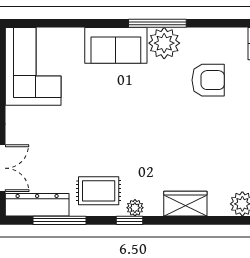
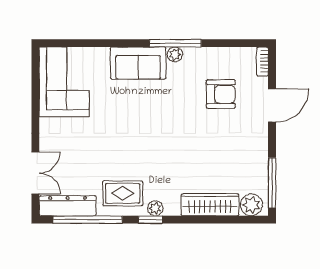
plant: (164, 43) -> (175, 54), width x0.53, depth x0.53
wardrobe: (185, 204) -> (210, 205), width x1.50
window: (59, 220) -> (88, 220), width x1.46

